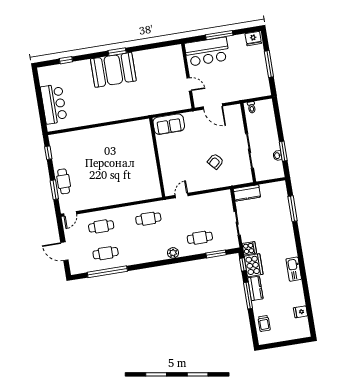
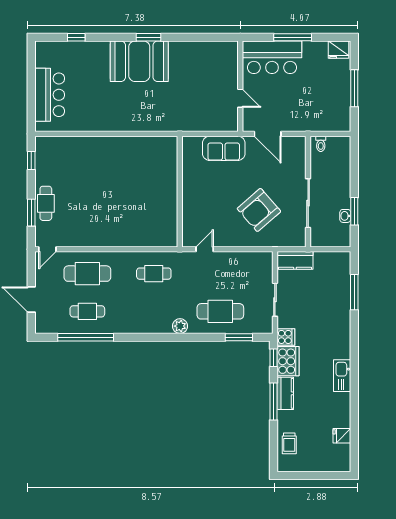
sofa: (169, 124) -> (224, 148), moved
armchair: (215, 161) -> (259, 210), width x1.88, depth x1.88
cafe table: (101, 226) -> (87, 274), width x1.37, depth x1.35
cafe table: (200, 238) -> (220, 311), width x1.37, depth x1.35

